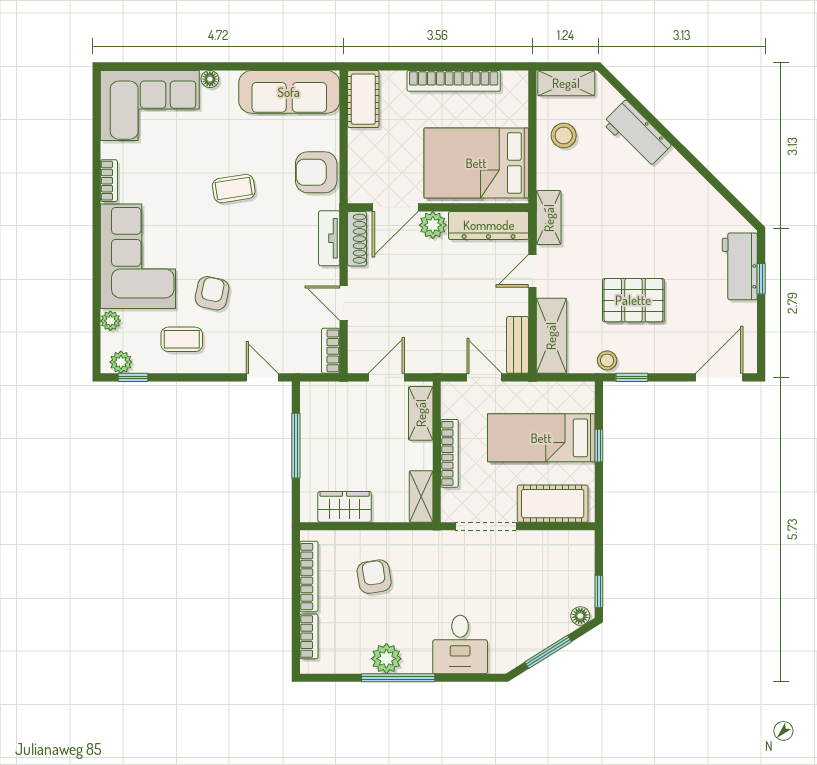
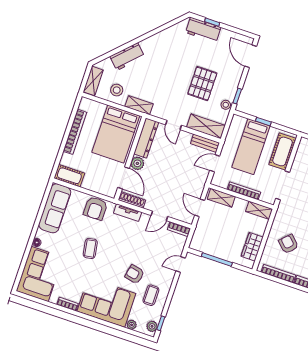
shelving: (549, 218) -> (139, 105), moved
armchair: (374, 577) -> (288, 244), turned 54

